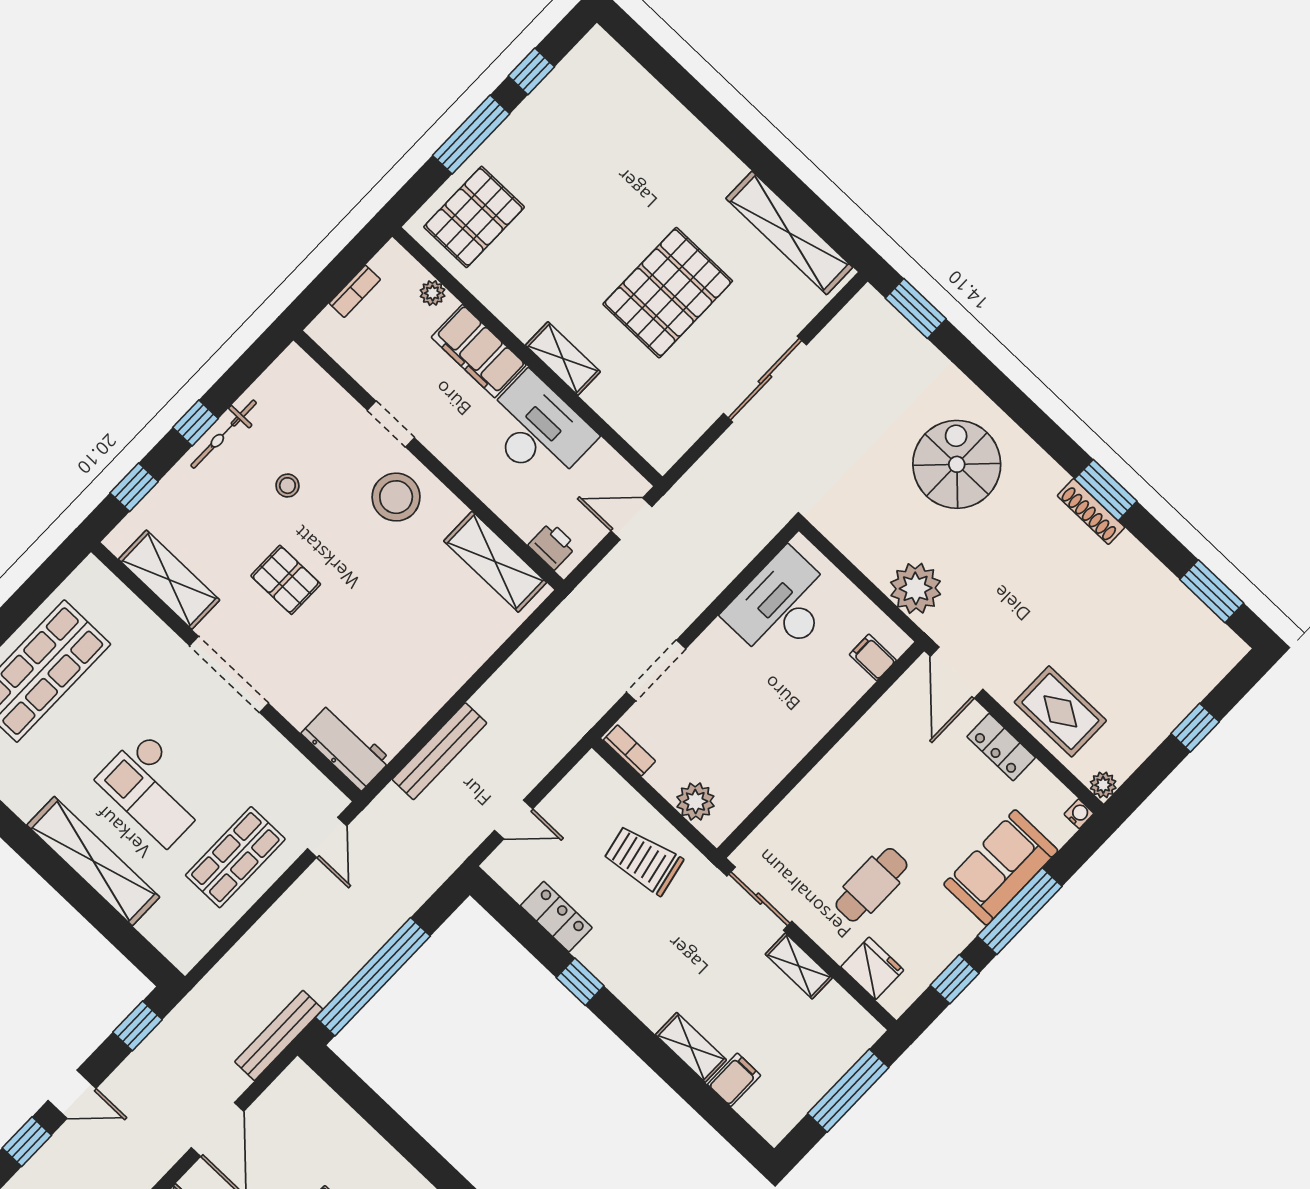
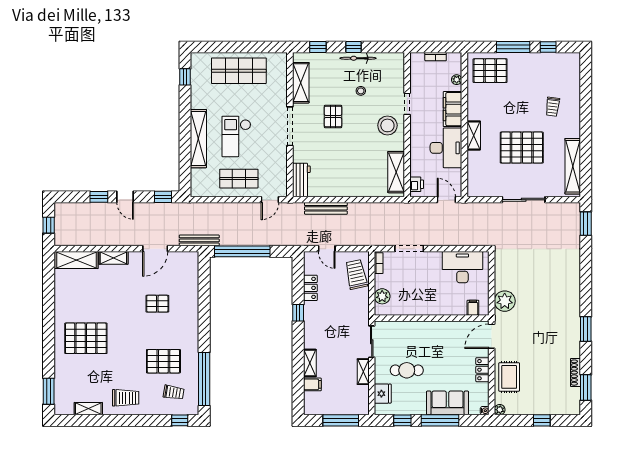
trolley: (647, 166) -> (553, 107), added
spiral stairs: (957, 464) -> (552, 279), removed
shoe rack: (1091, 512) -> (575, 373), moved
trolley: (643, 860) -> (356, 274), moved

